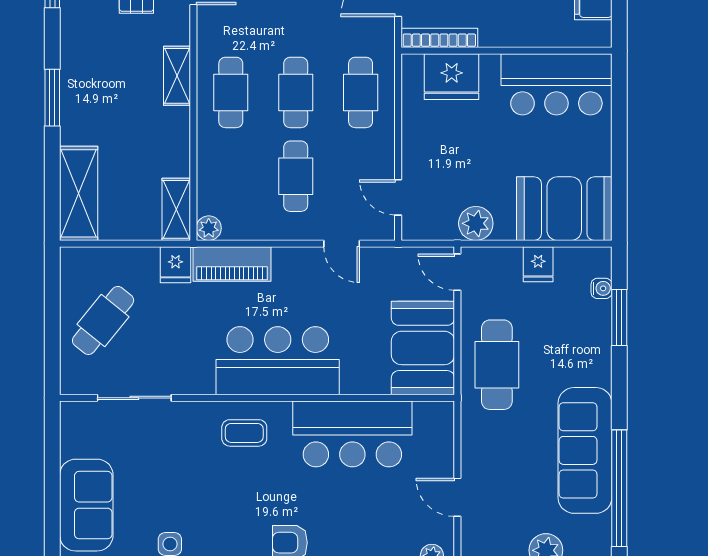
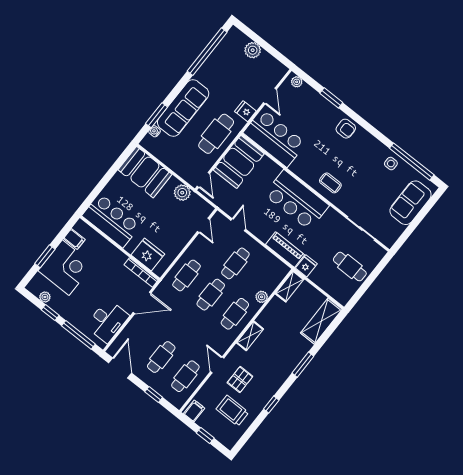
plant: (209, 228) -> (262, 297), moved
fridge: (538, 264) -> (245, 111), moved, turned -90
cafe table: (103, 320) -> (350, 267), turned 51
bar counter: (352, 434) -> (275, 138), moved
sofa: (585, 450) -> (183, 108), moved

